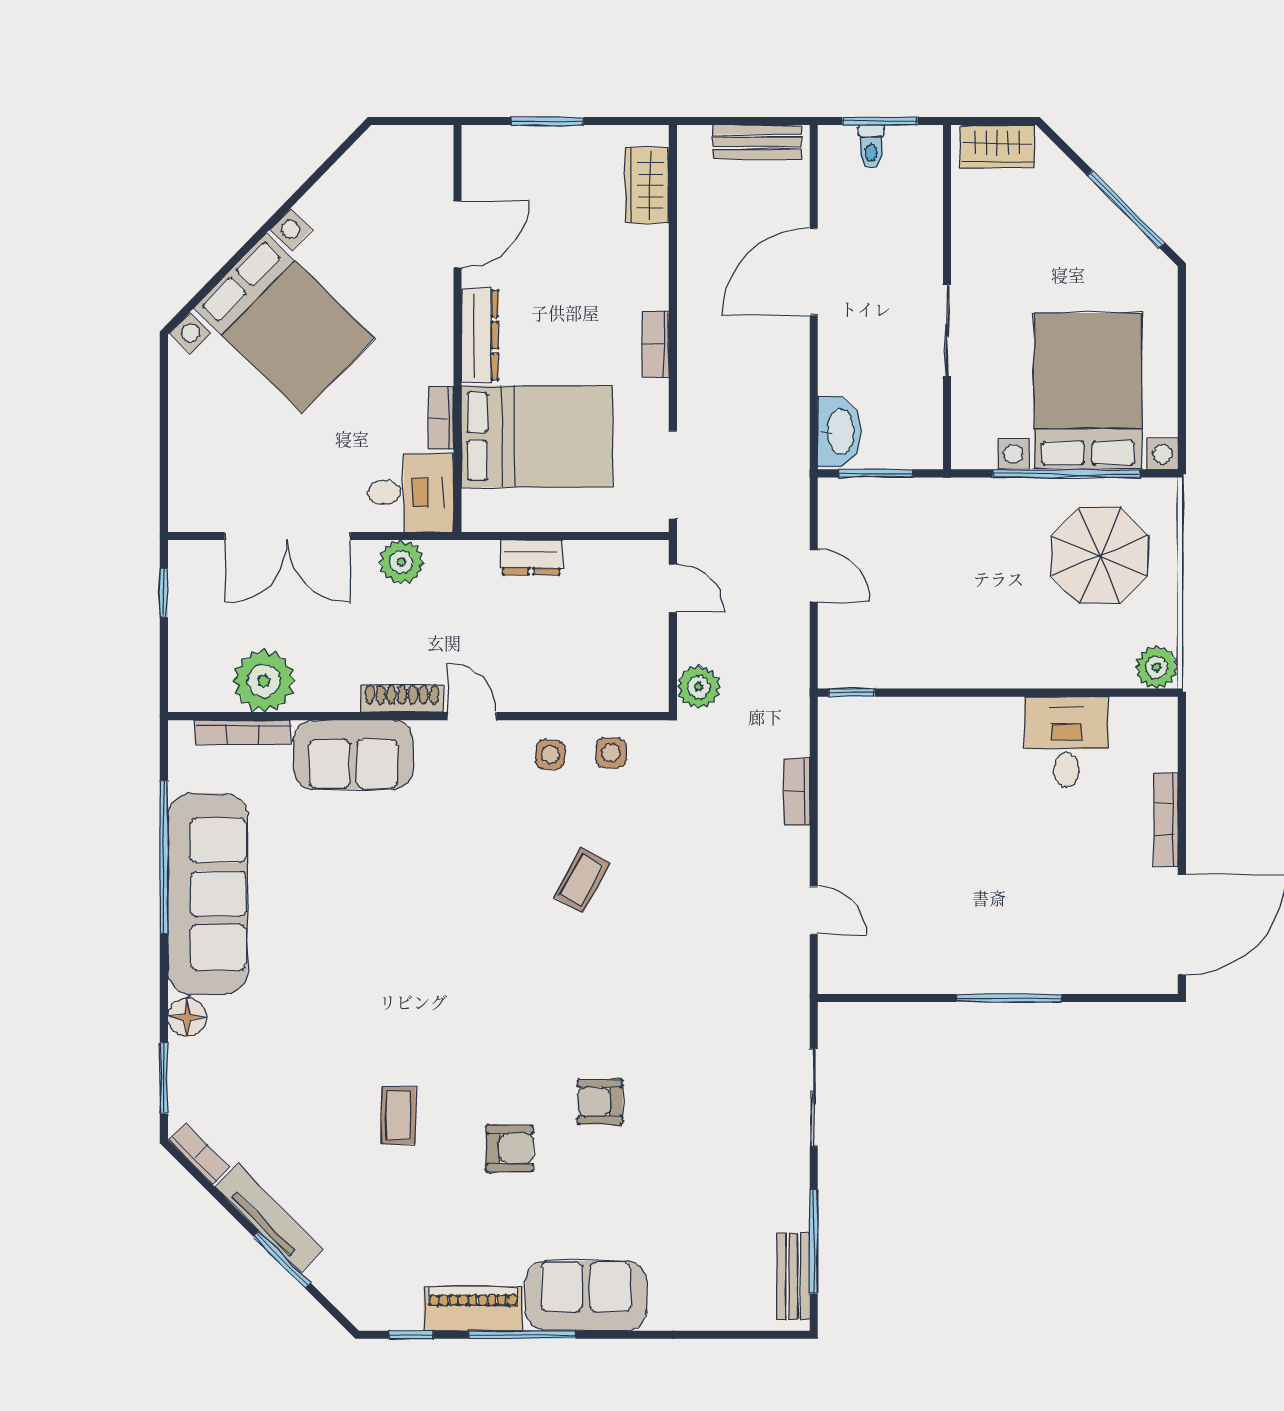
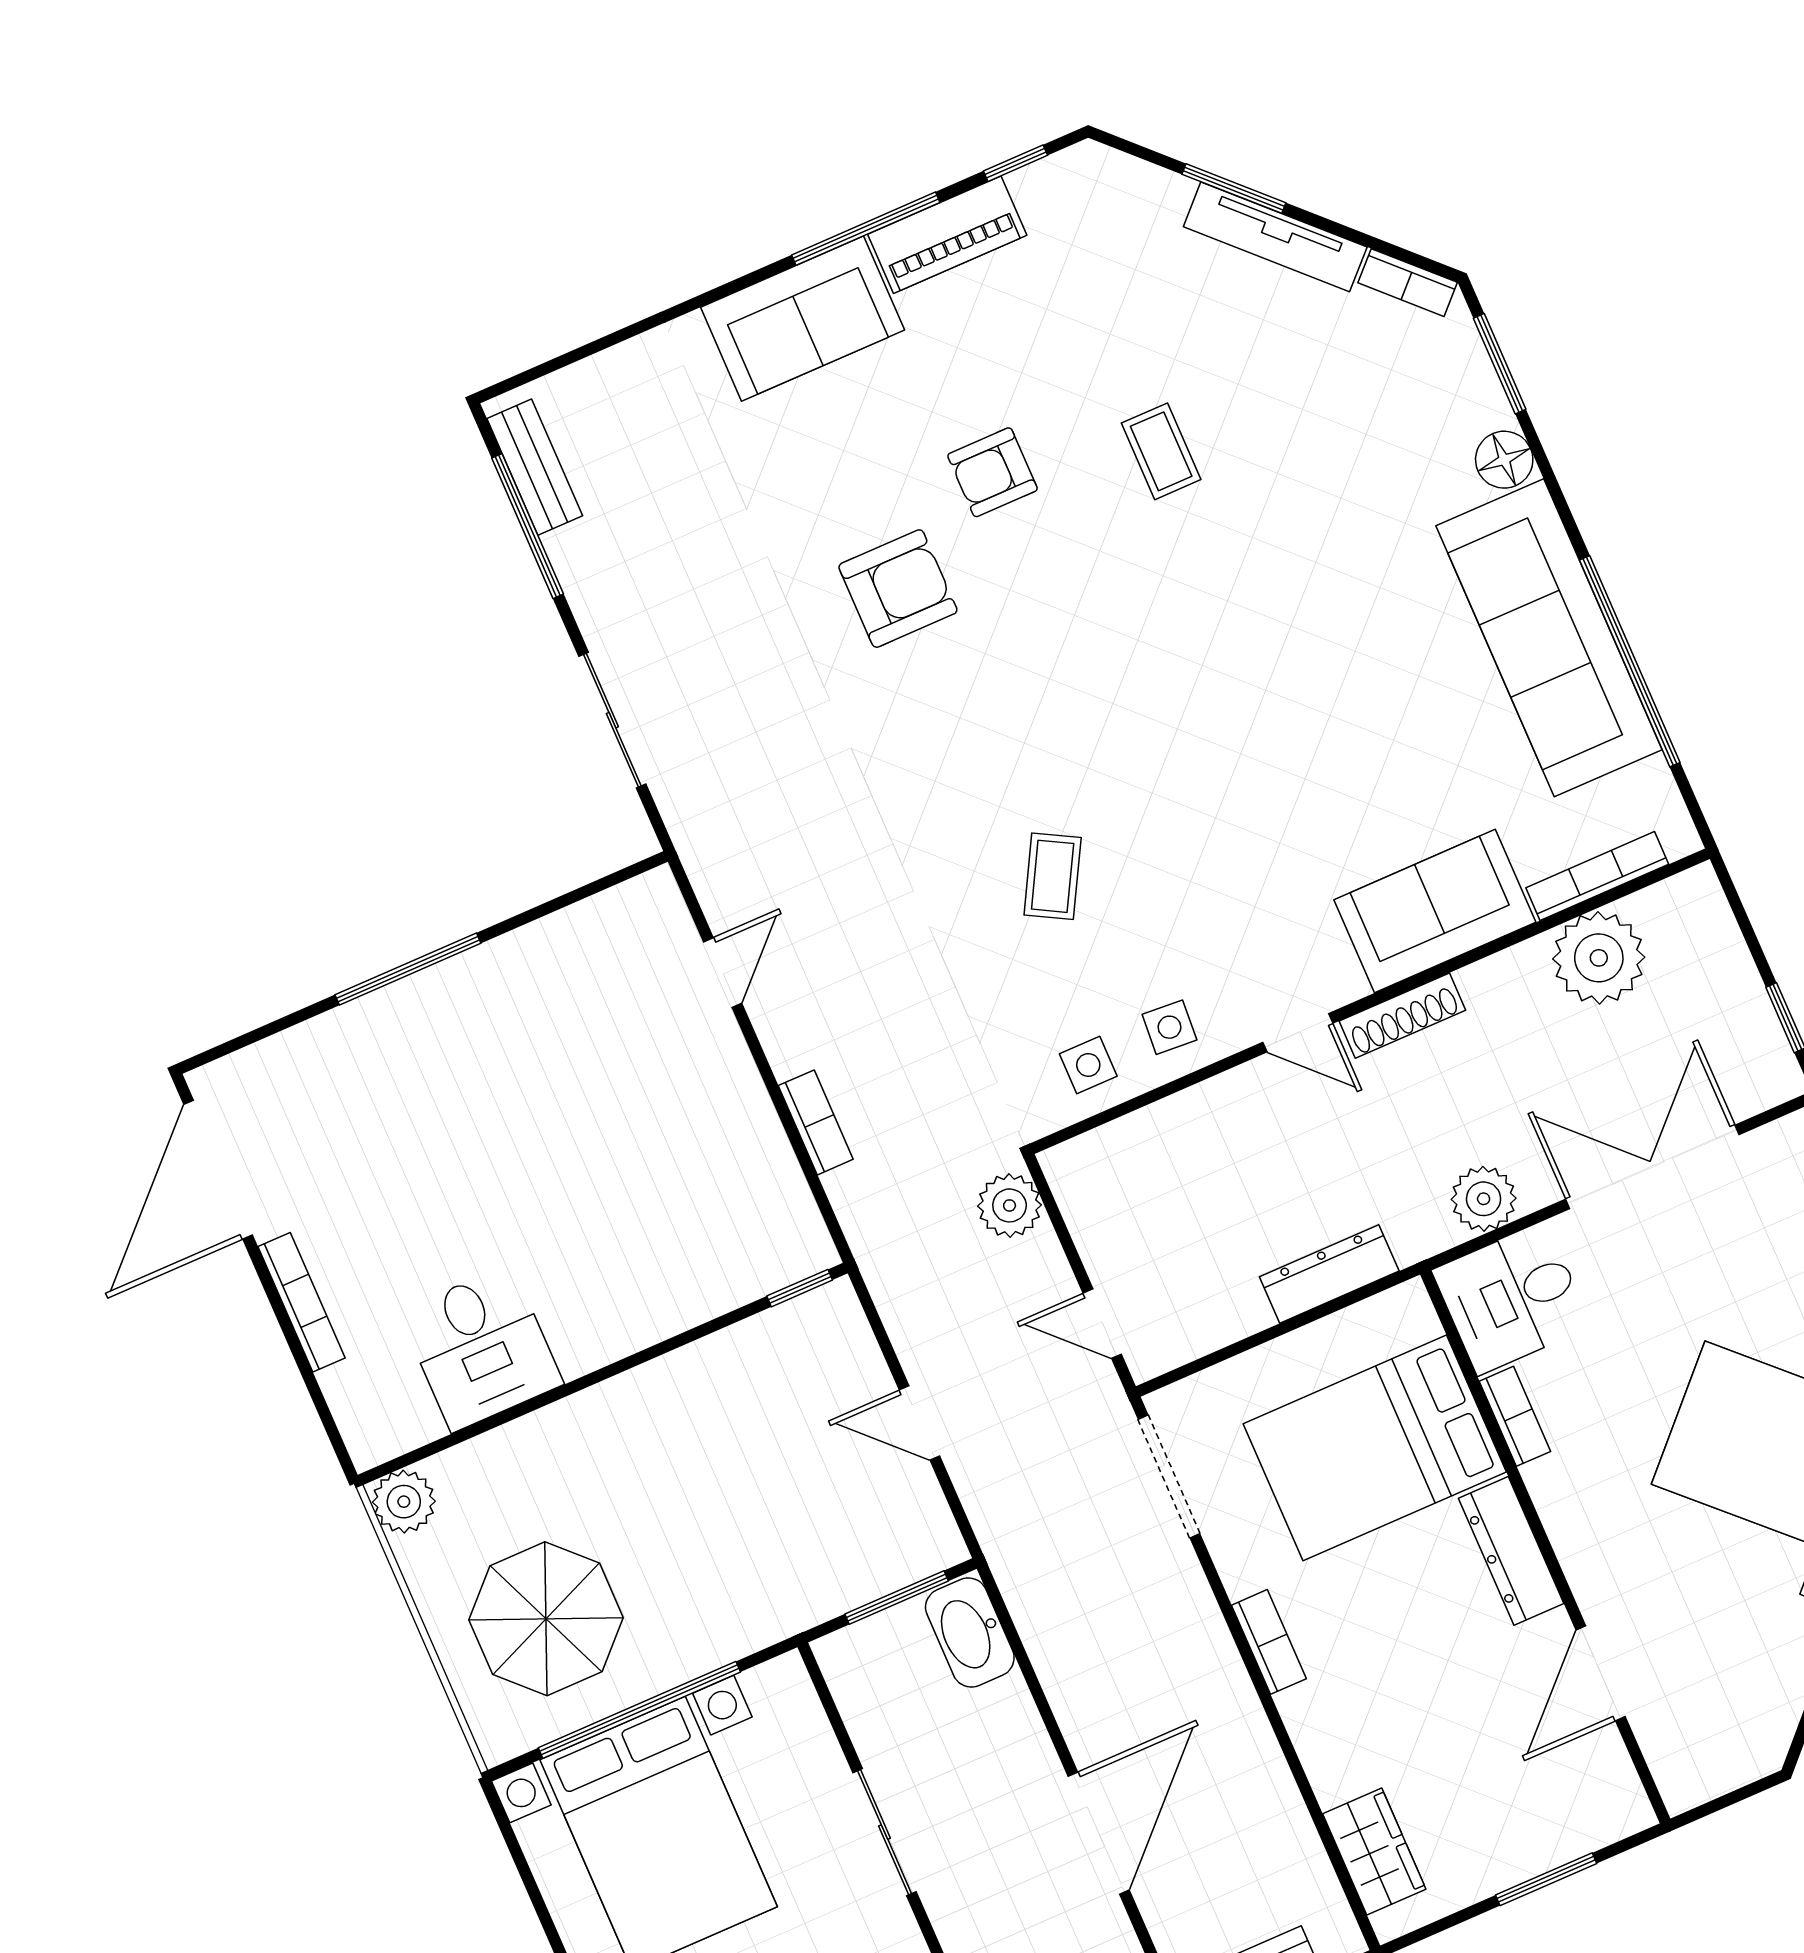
dresser: (531, 557) -> (1329, 1274), width x1.44
door: (814, 910) -> (723, 972), swing flipped
armchair: (600, 1102) -> (898, 589), width x1.38, depth x1.38

